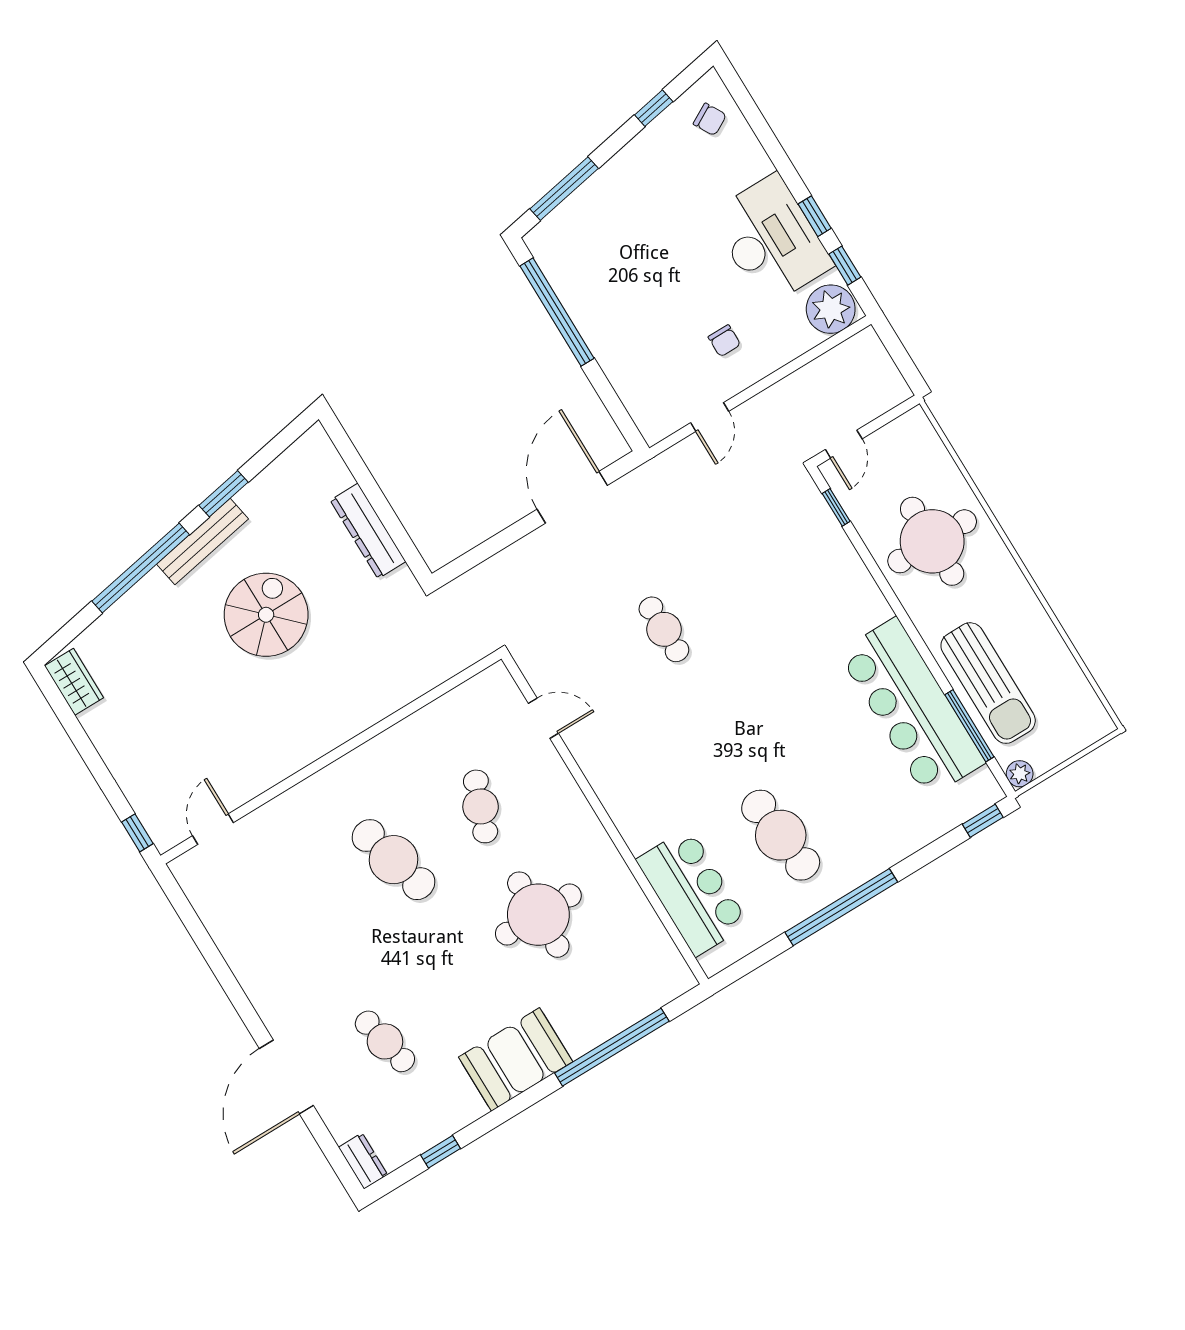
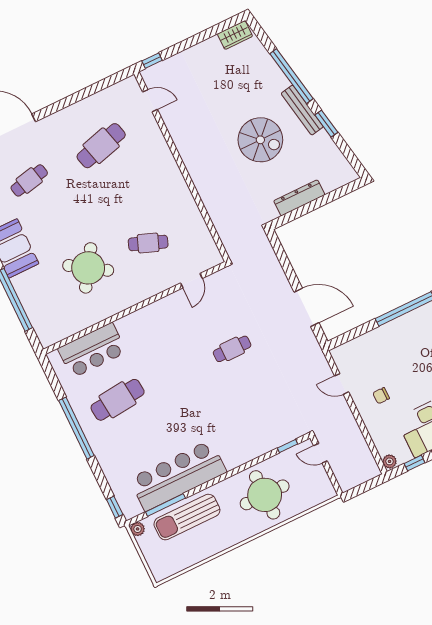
plant: (831, 309) -> (390, 461), width x0.53, depth x0.53
cafe table: (393, 860) -> (101, 146), moved
round table: (538, 915) -> (88, 268), turned 33

